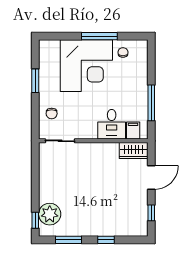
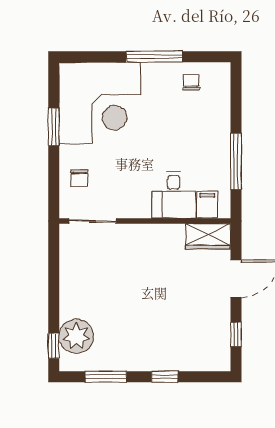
corner desk: (86, 66) -> (100, 103), moved

